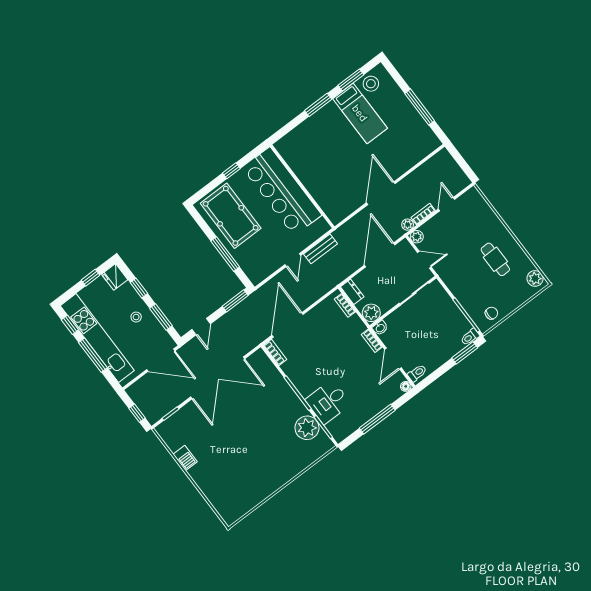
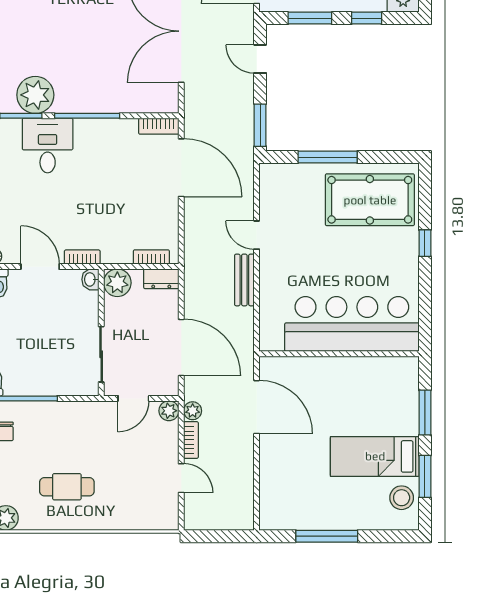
wall: (302, 186) -> (339, 354), moved
bar counter: (282, 191) -> (352, 324), moved

